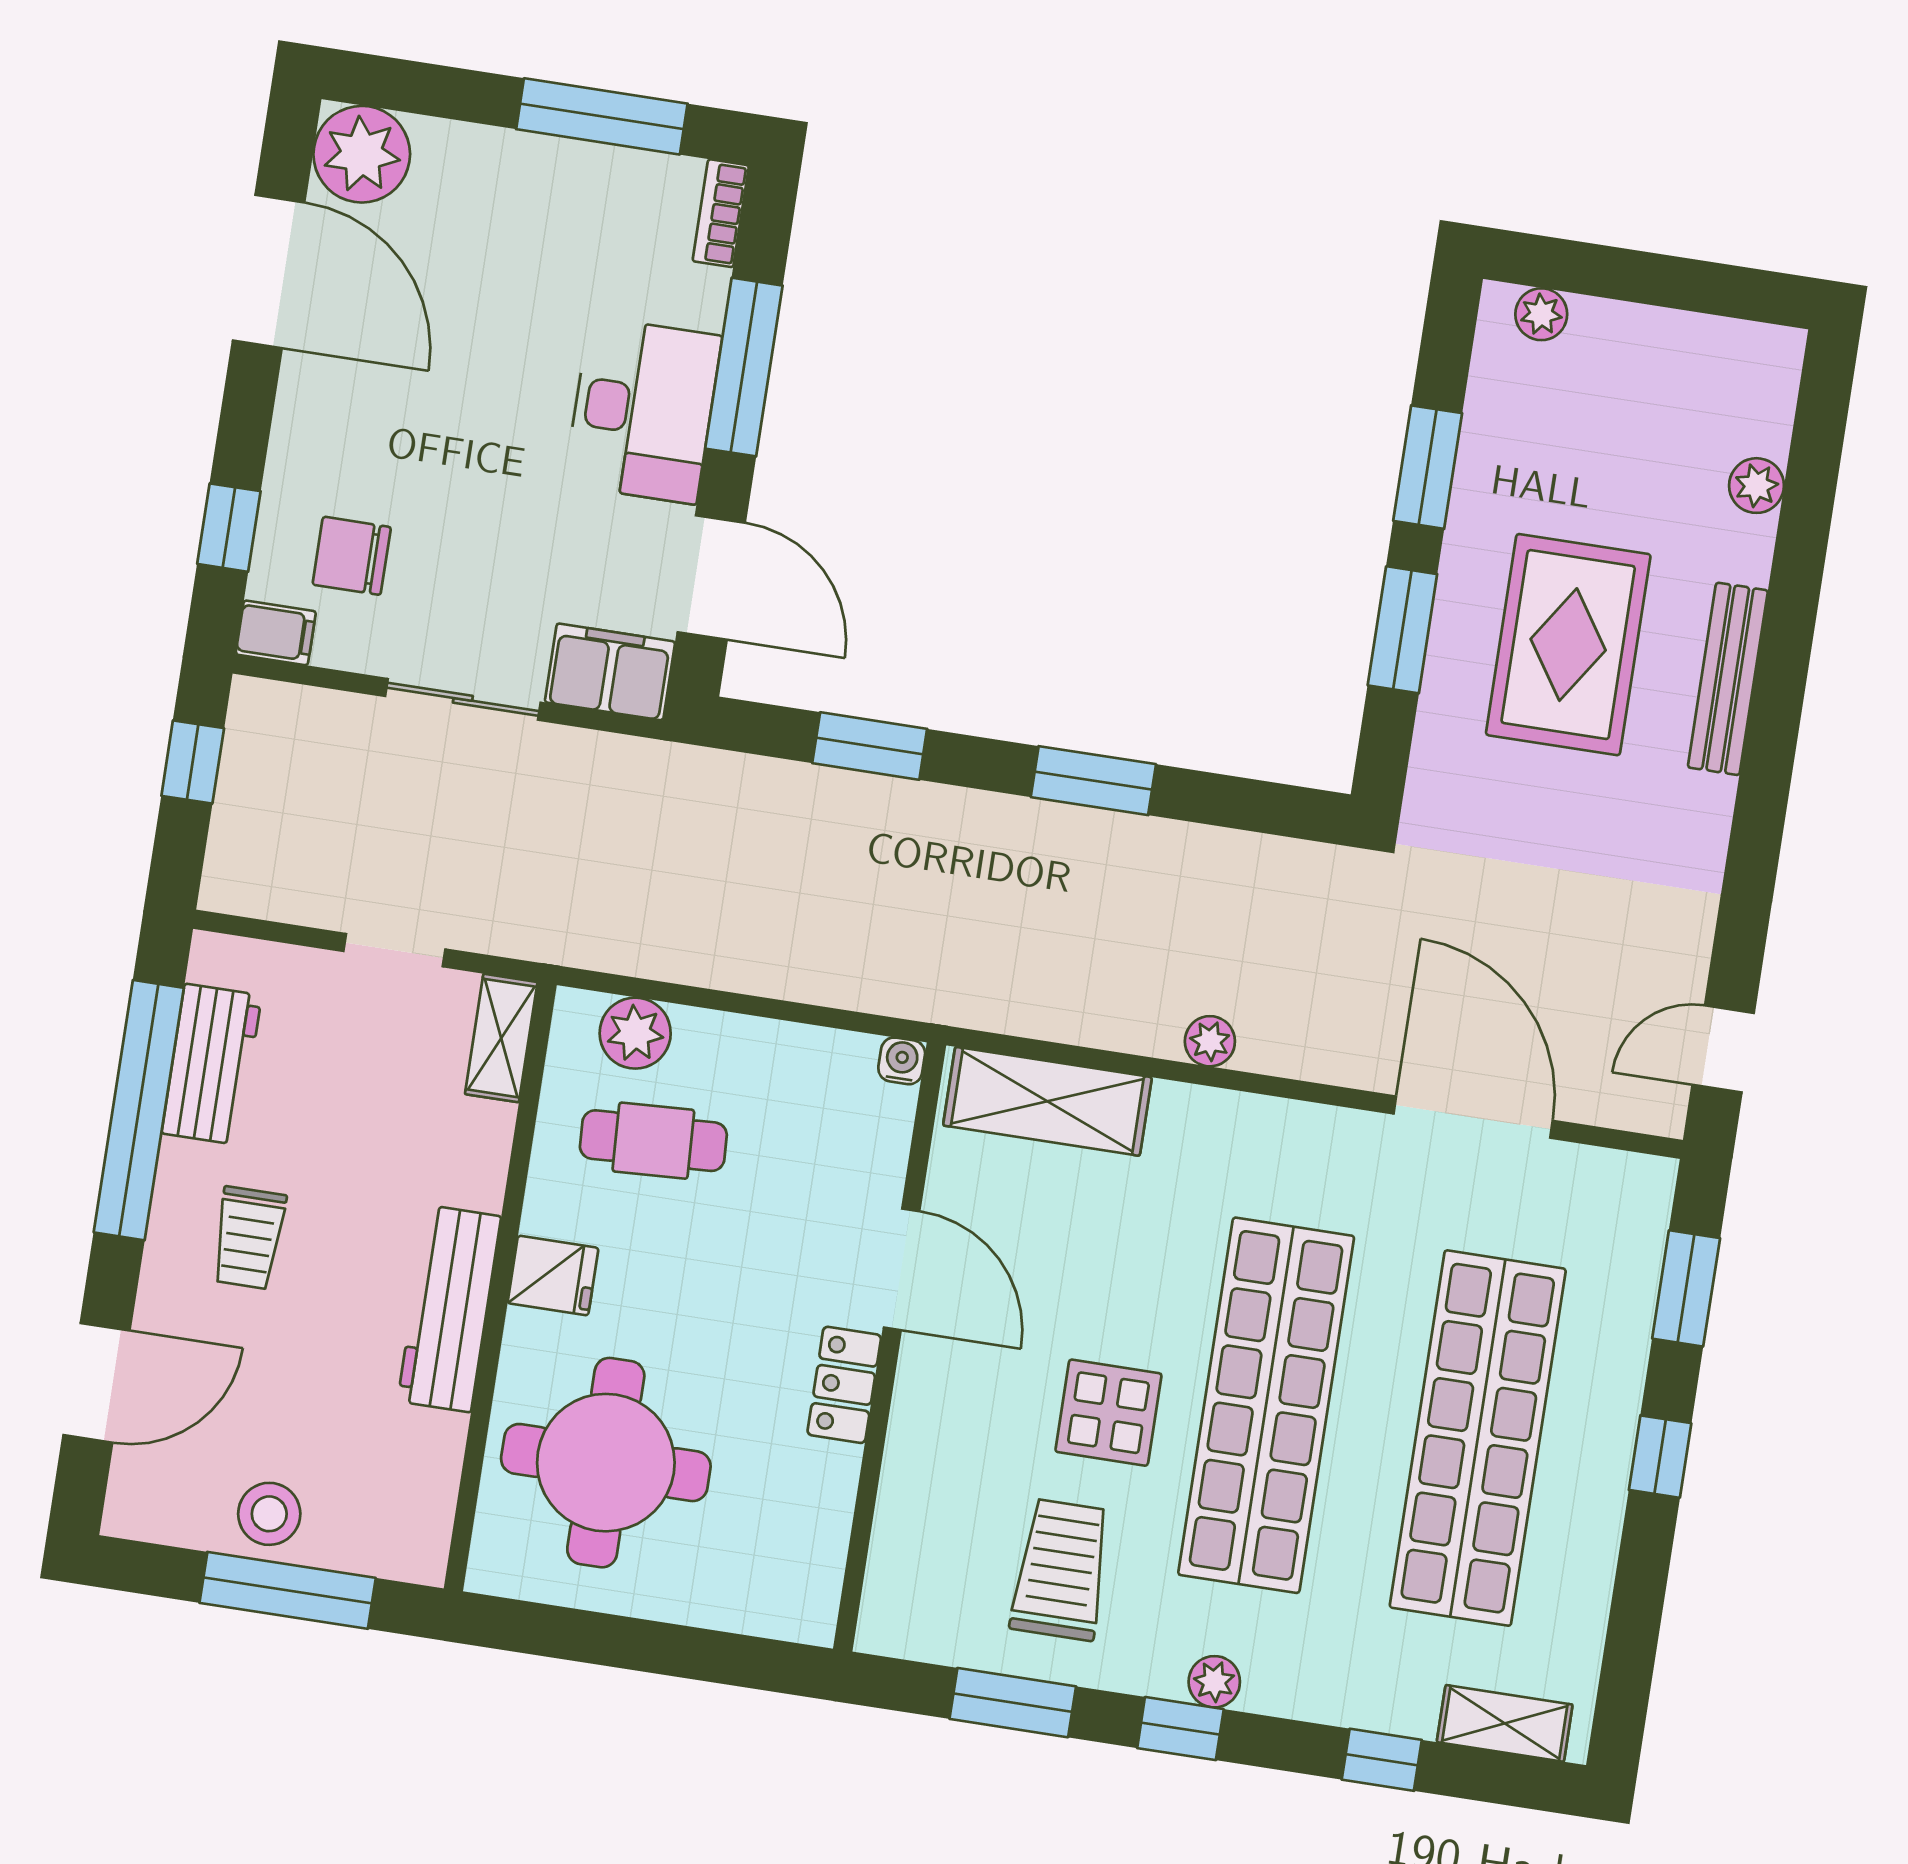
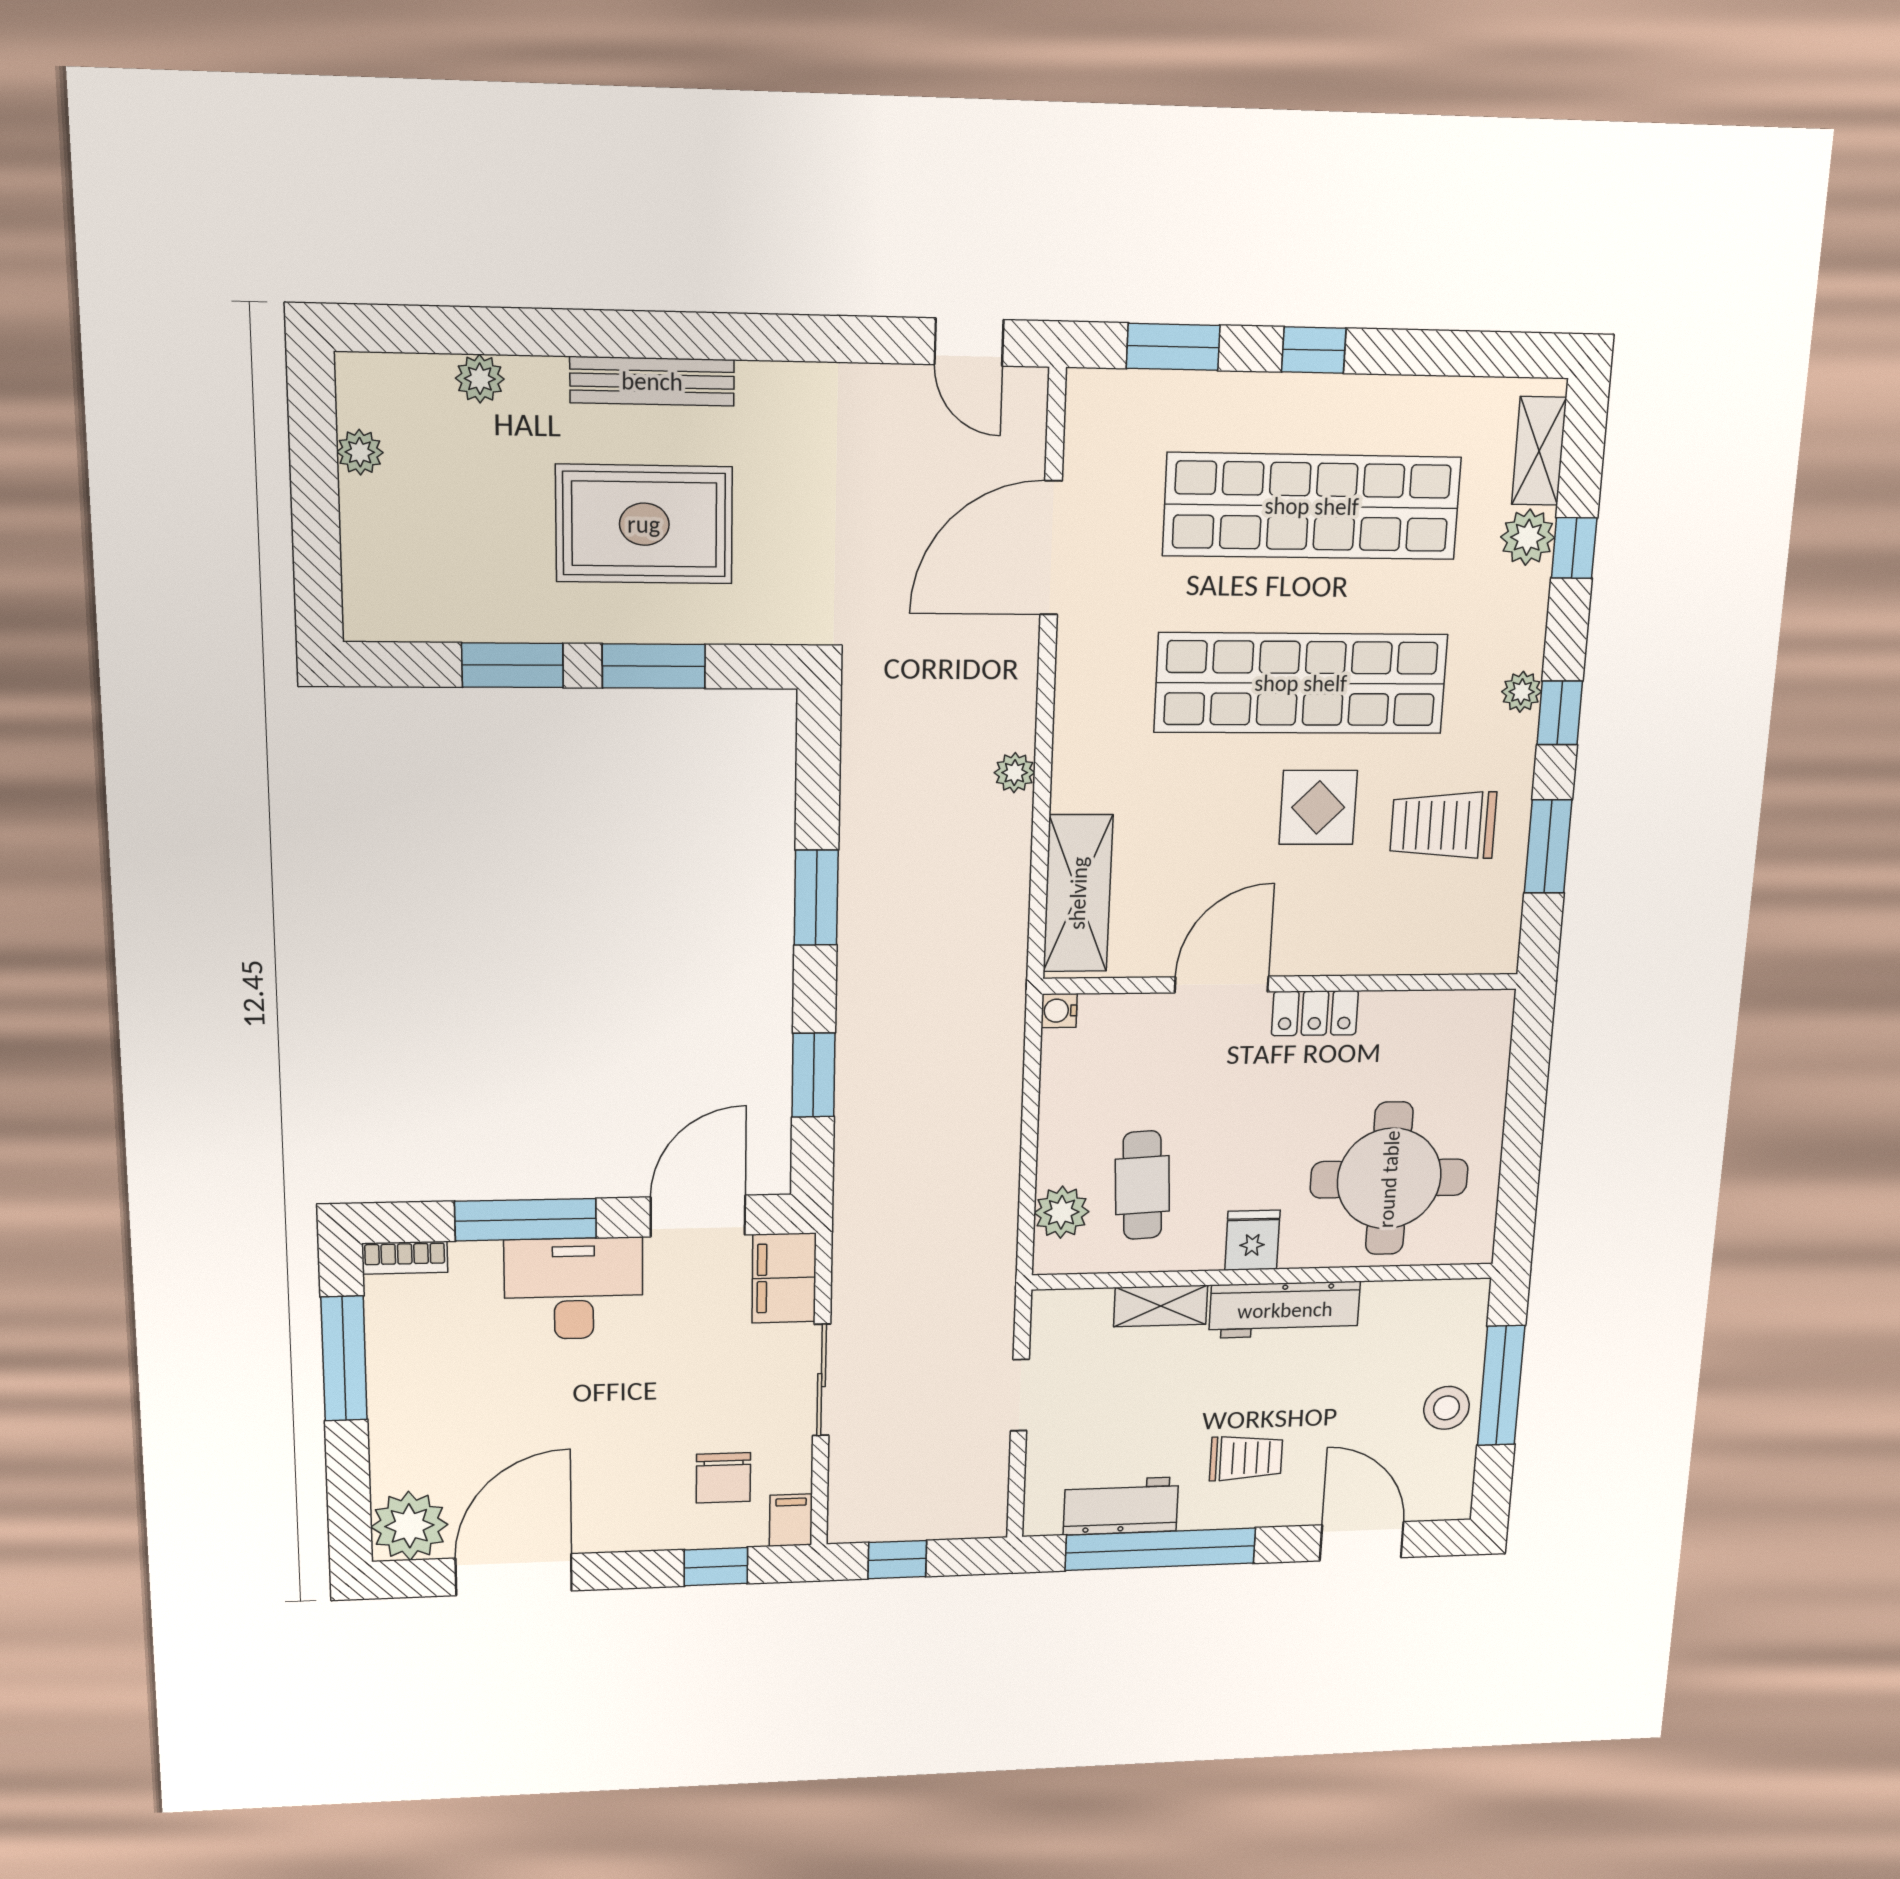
plant: (1541, 314) -> (360, 452), moved
shelving: (501, 1038) -> (1161, 1306), moved
plant: (1403, 1702) -> (1528, 537), added

